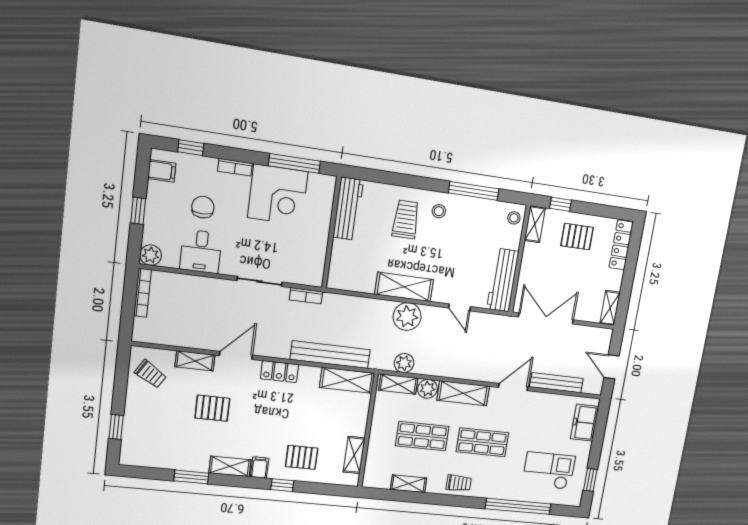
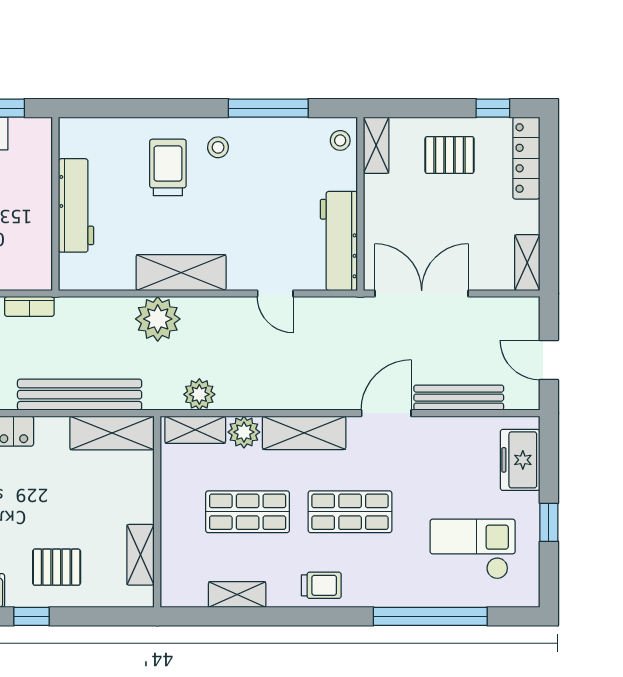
window: (560, 204) -> (493, 108), moved
workbench: (348, 209) -> (76, 205), moved
plant: (407, 317) -> (158, 319), moved
window: (590, 480) -> (549, 522), moved

